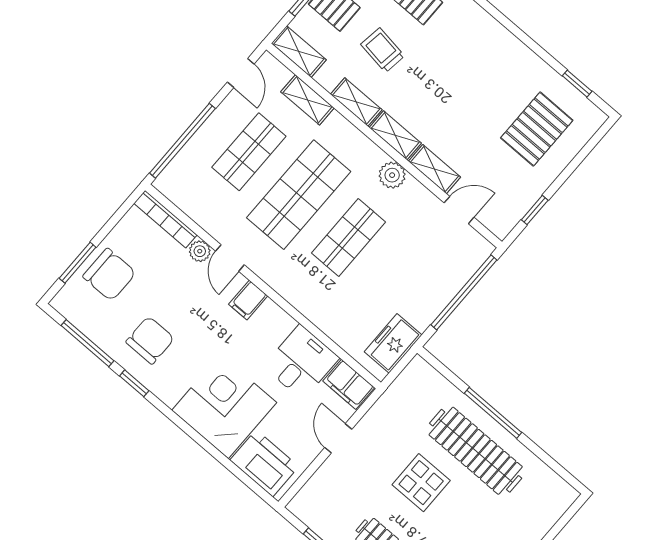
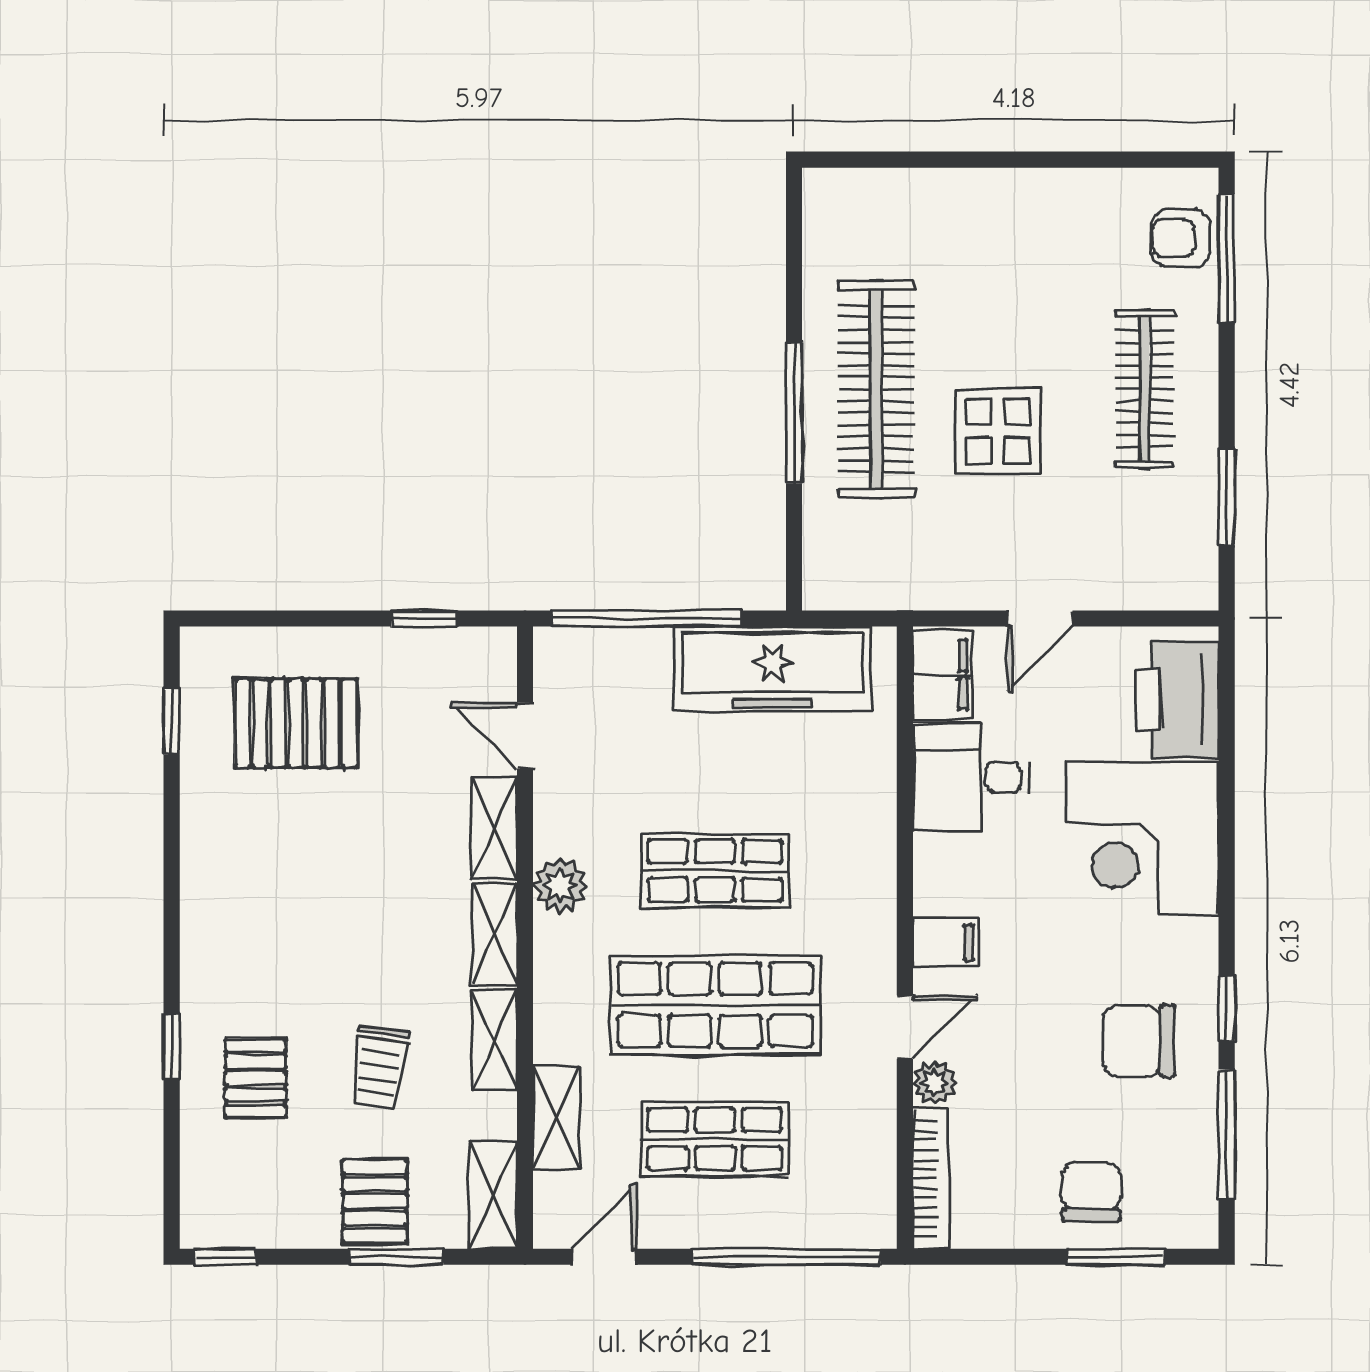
chair: (109, 275) -> (1091, 1192), width x0.73, depth x0.73
freezer: (393, 343) -> (772, 669), width x1.91, depth x1.26

